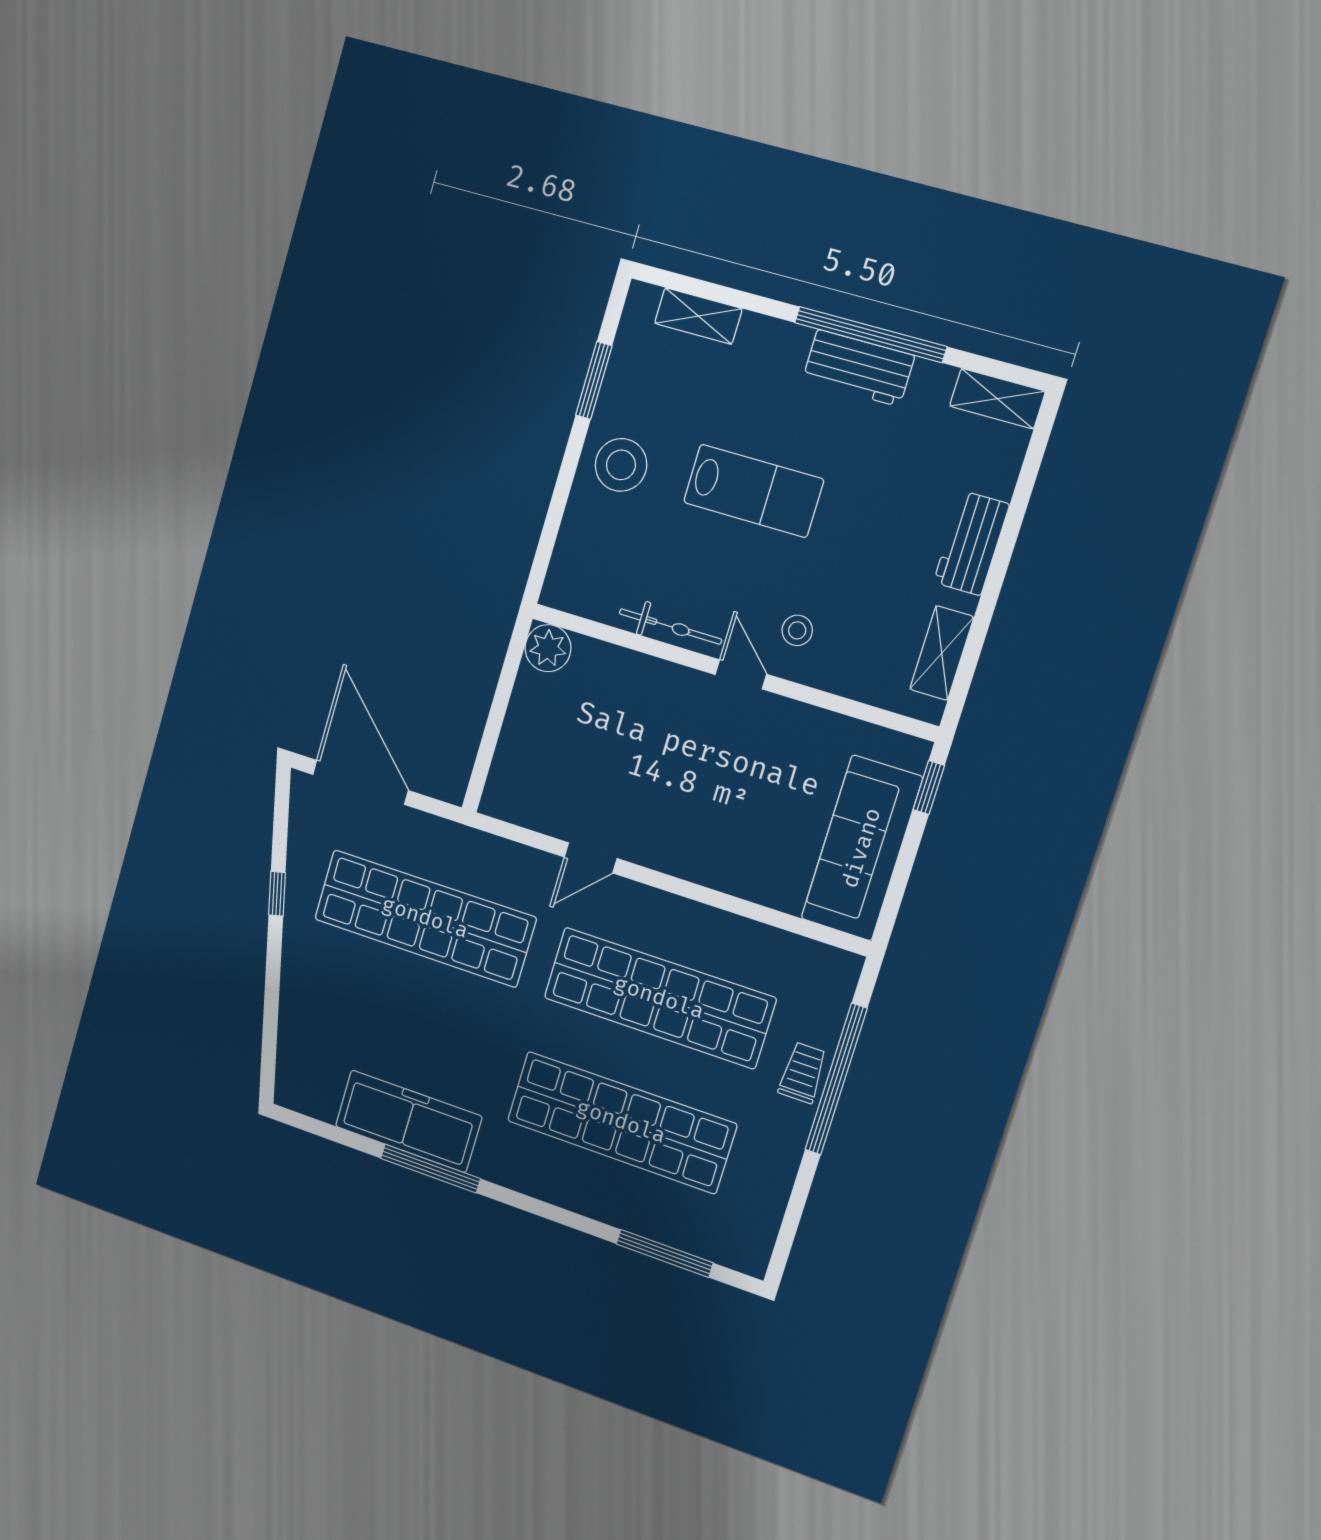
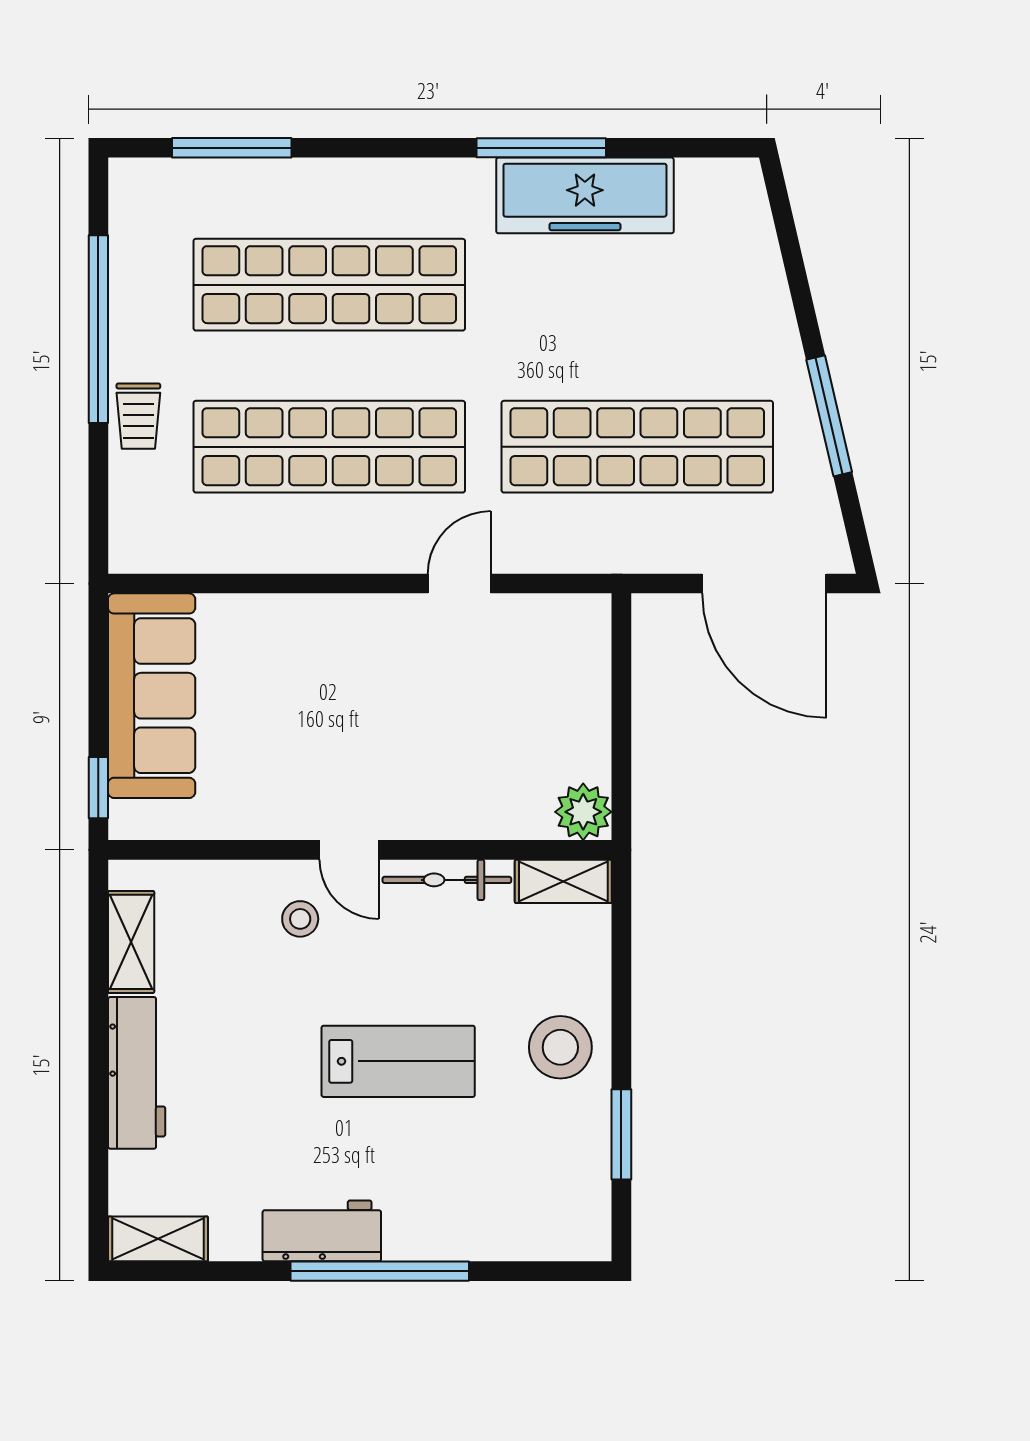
shelving: (698, 316) -> (563, 881), moved
window: (870, 335) -> (380, 1271), moved
lab bench: (753, 491) -> (398, 1061), turned 180
workbench: (971, 543) -> (137, 1073), width x1.38
window: (277, 894) -> (829, 416), width x2.17
window: (836, 1079) -> (98, 329), moved

